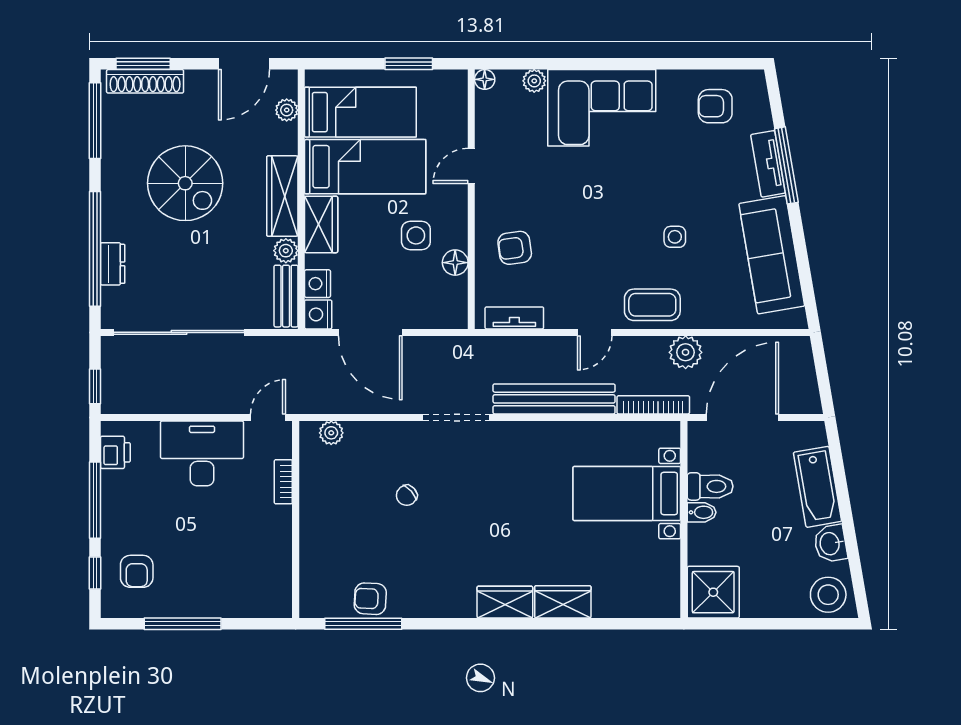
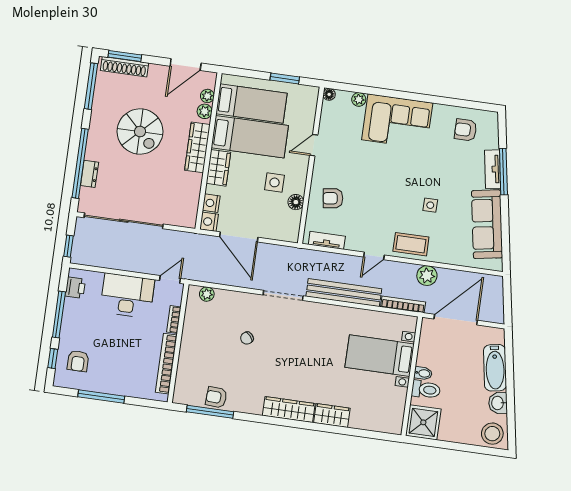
plant: (286, 251) -> (205, 111), moved
bench: (286, 296) -> (191, 208), removed
toilet: (710, 486) -> (426, 390), moved
bookcase: (281, 555) -> (166, 364), added
wardrobe: (505, 602) -> (289, 410), width x1.50

